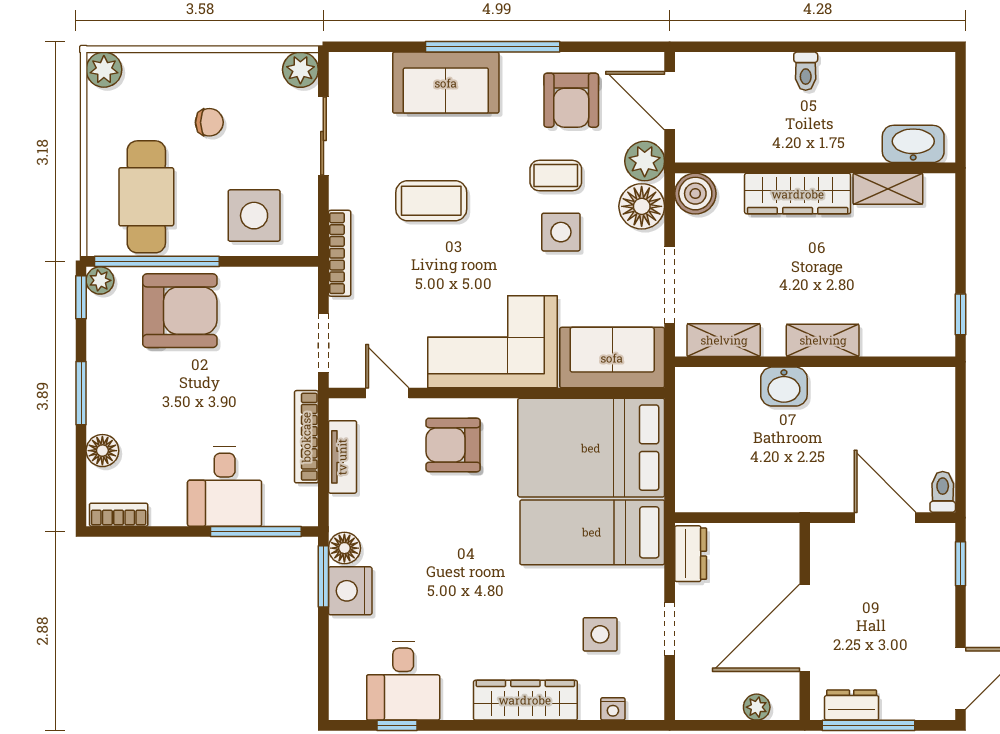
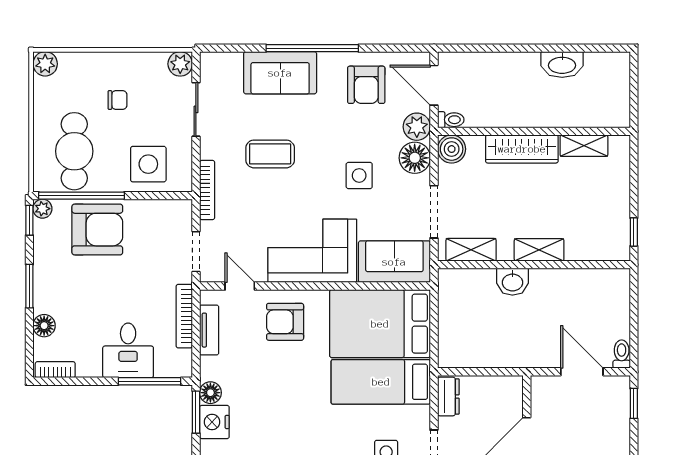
toilet: (806, 71) -> (451, 120), moved, turned -90
washbasin: (913, 144) -> (562, 65), moved, turned 180
coffee table: (556, 176) -> (356, 137), removed

